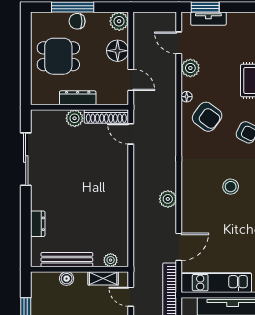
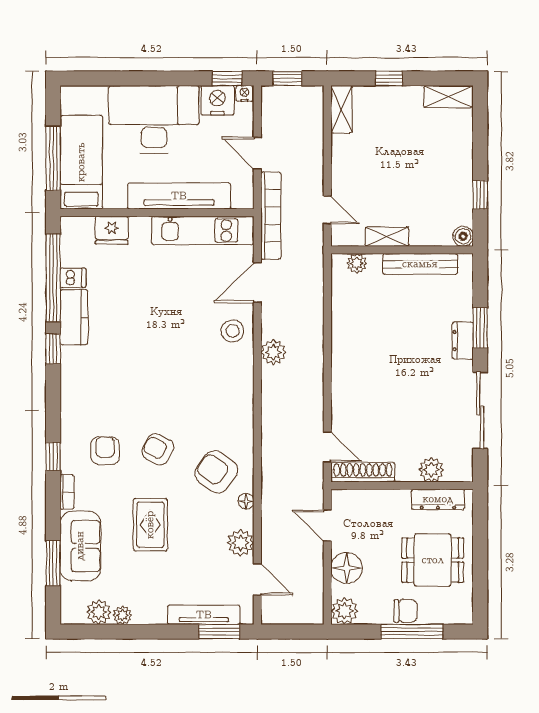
tv unit: (208, 19) -> (204, 615), width x1.41
dresser: (78, 98) -> (438, 499), moved
plant: (75, 118) -> (431, 470), moved
stool: (231, 187) -> (233, 331), moved
window: (26, 216) -> (480, 328), added
dresser: (38, 224) -> (463, 341), moved
shelving: (103, 278) -> (387, 237), moved
boiler: (67, 279) -> (463, 236), moved

